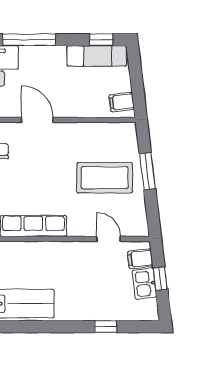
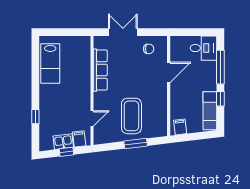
window: (101, 40) -> (220, 99), moved

